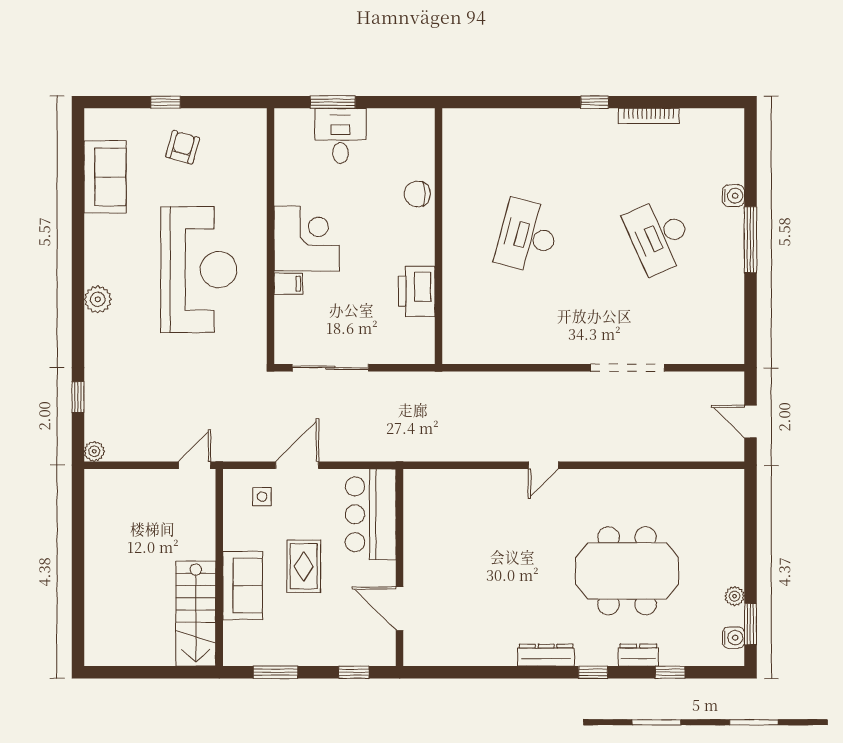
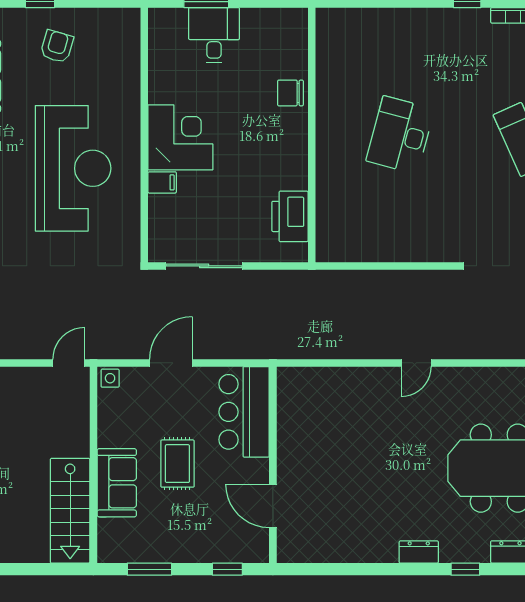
printer: (417, 291) -> (290, 216), moved
side table: (262, 497) -> (110, 378), moved
dresser: (546, 655) -> (419, 552), width x0.70

